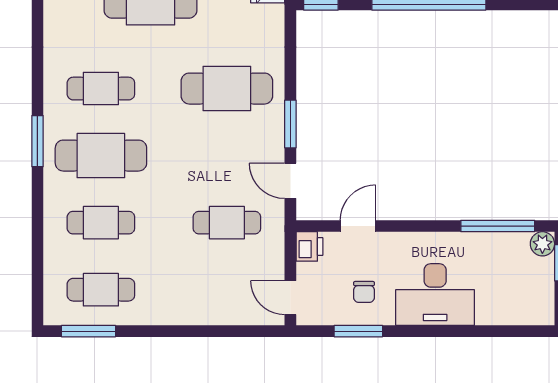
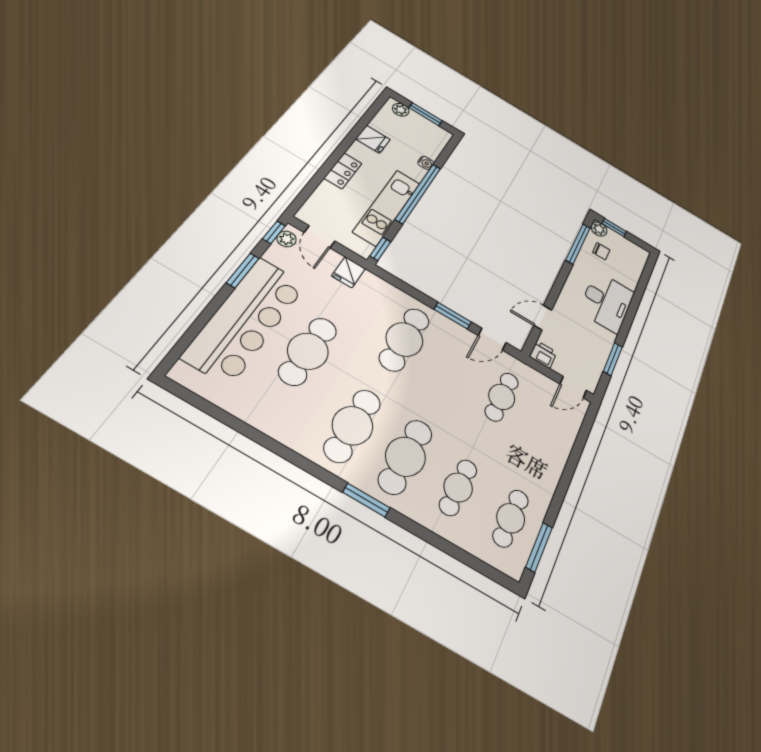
cafe table: (101, 89) -> (353, 426), width x1.37, depth x1.35
door: (358, 226) -> (543, 318), hinge flipped
chair: (364, 292) -> (601, 251), moved

